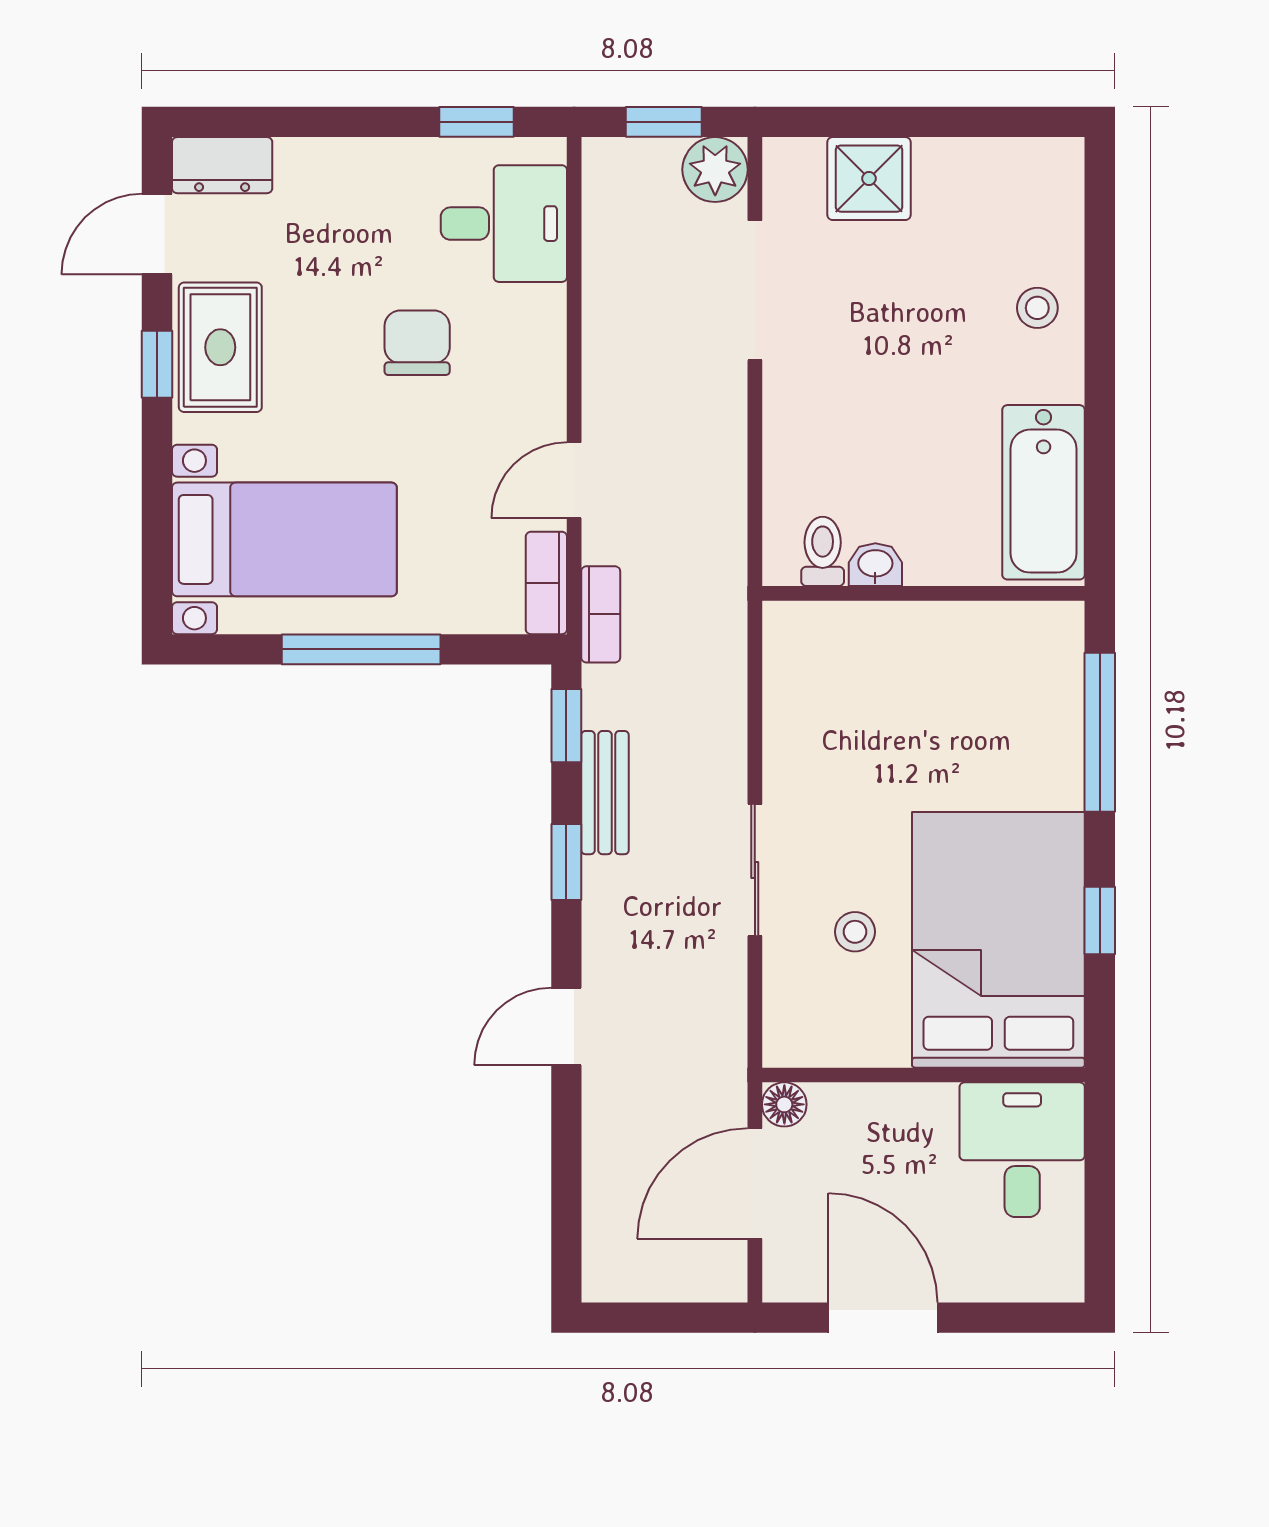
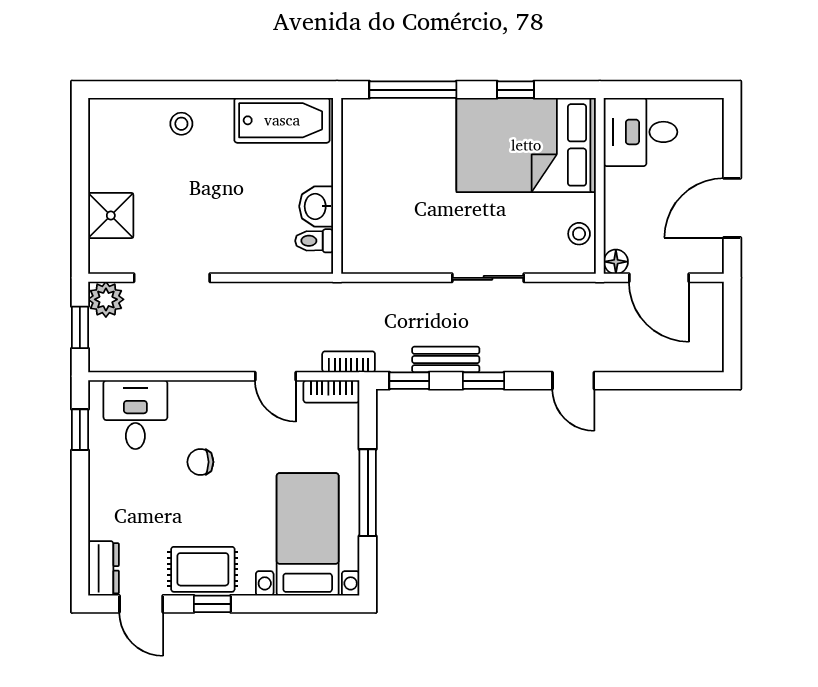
chair: (417, 343) -> (200, 462), width x0.73, depth x0.73
washbasin: (875, 565) -> (316, 206), width x1.38, depth x1.45
stool: (855, 932) -> (579, 234), moved

